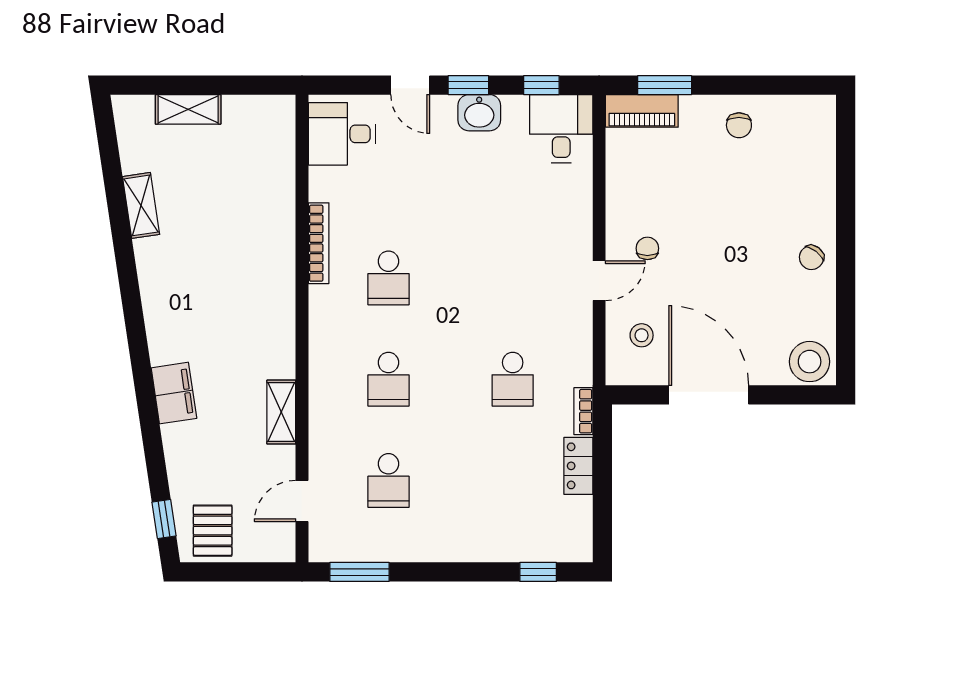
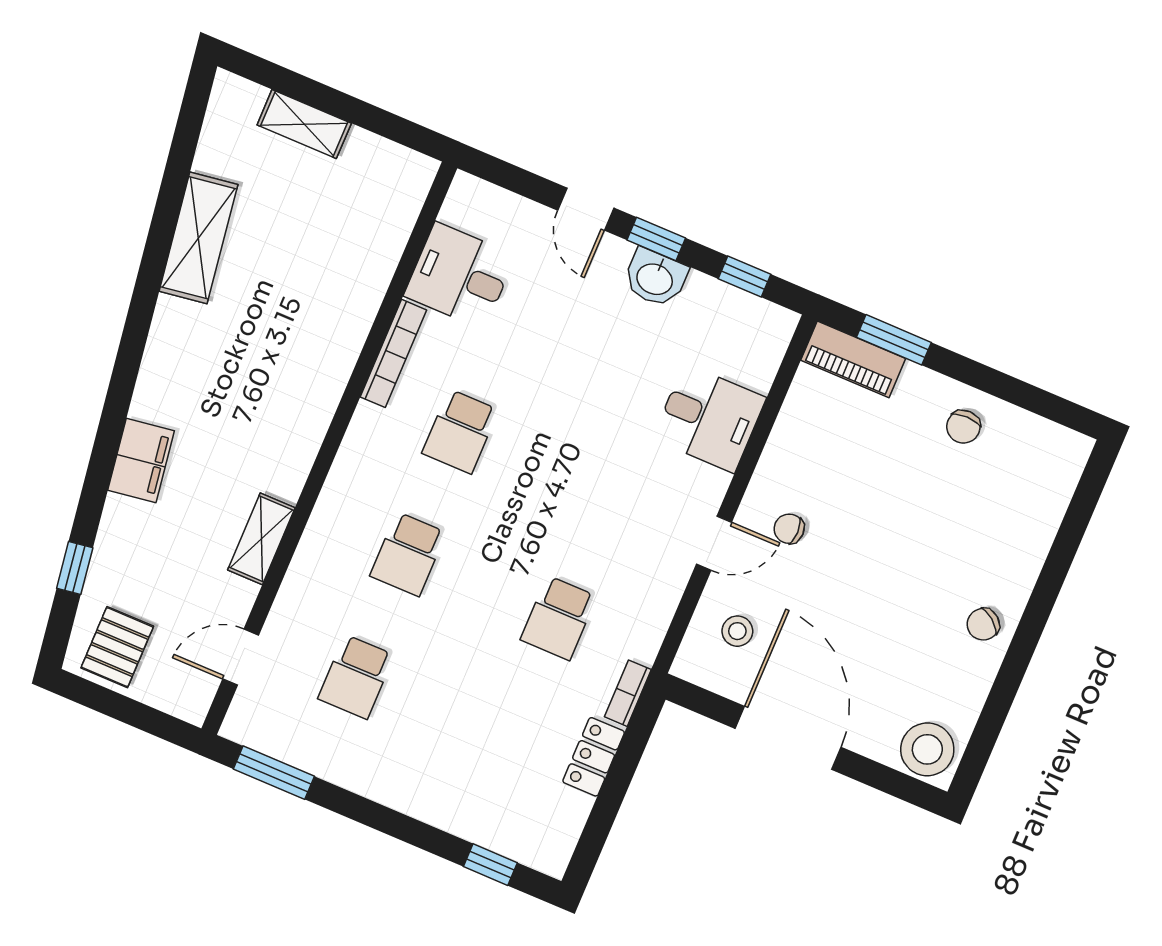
desk: (561, 129) -> (709, 418), moved, turned 90
desk: (342, 134) -> (460, 276), moved
shelving: (141, 205) -> (198, 238), width x1.50, depth x1.33
chair: (647, 248) -> (789, 529), turned -90
window: (164, 519) -> (75, 568), moved

